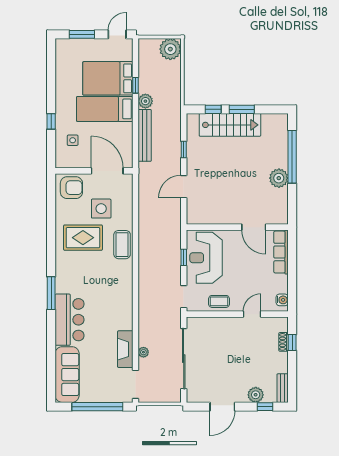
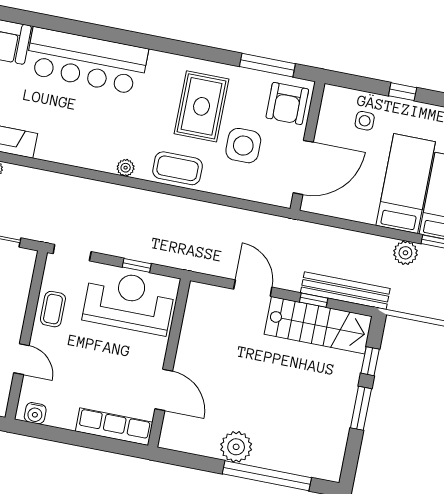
stairs: (230, 125) -> (318, 325), moved, turned -90
bench: (145, 135) -> (345, 291), moved
door: (254, 227) -> (164, 390), swing flipped
plant: (128, 275) -> (126, 168), added
window: (51, 293) -> (267, 65), moved
bar counter: (70, 320) -> (87, 61), width x1.36

